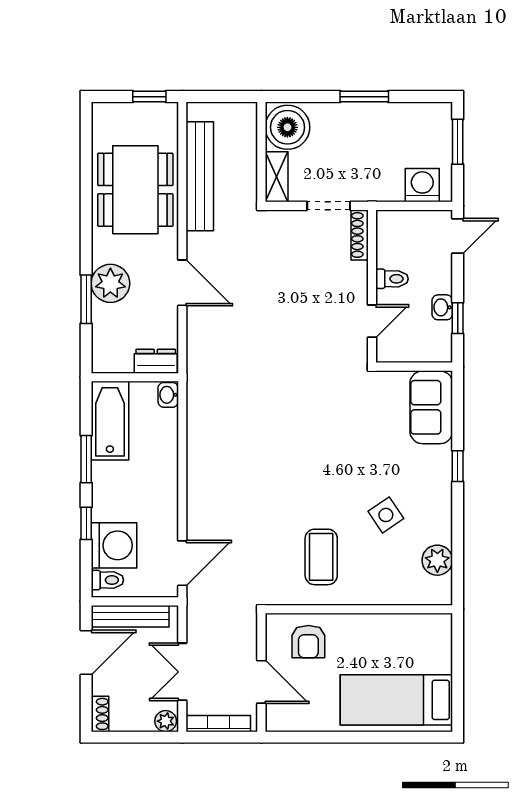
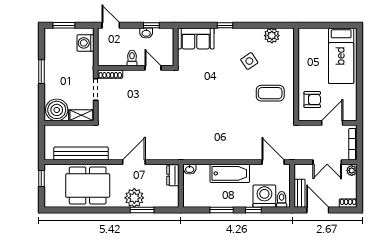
bathtub: (110, 421) -> (230, 173), moved, turned 180
bench: (130, 616) -> (300, 193), width x0.73

